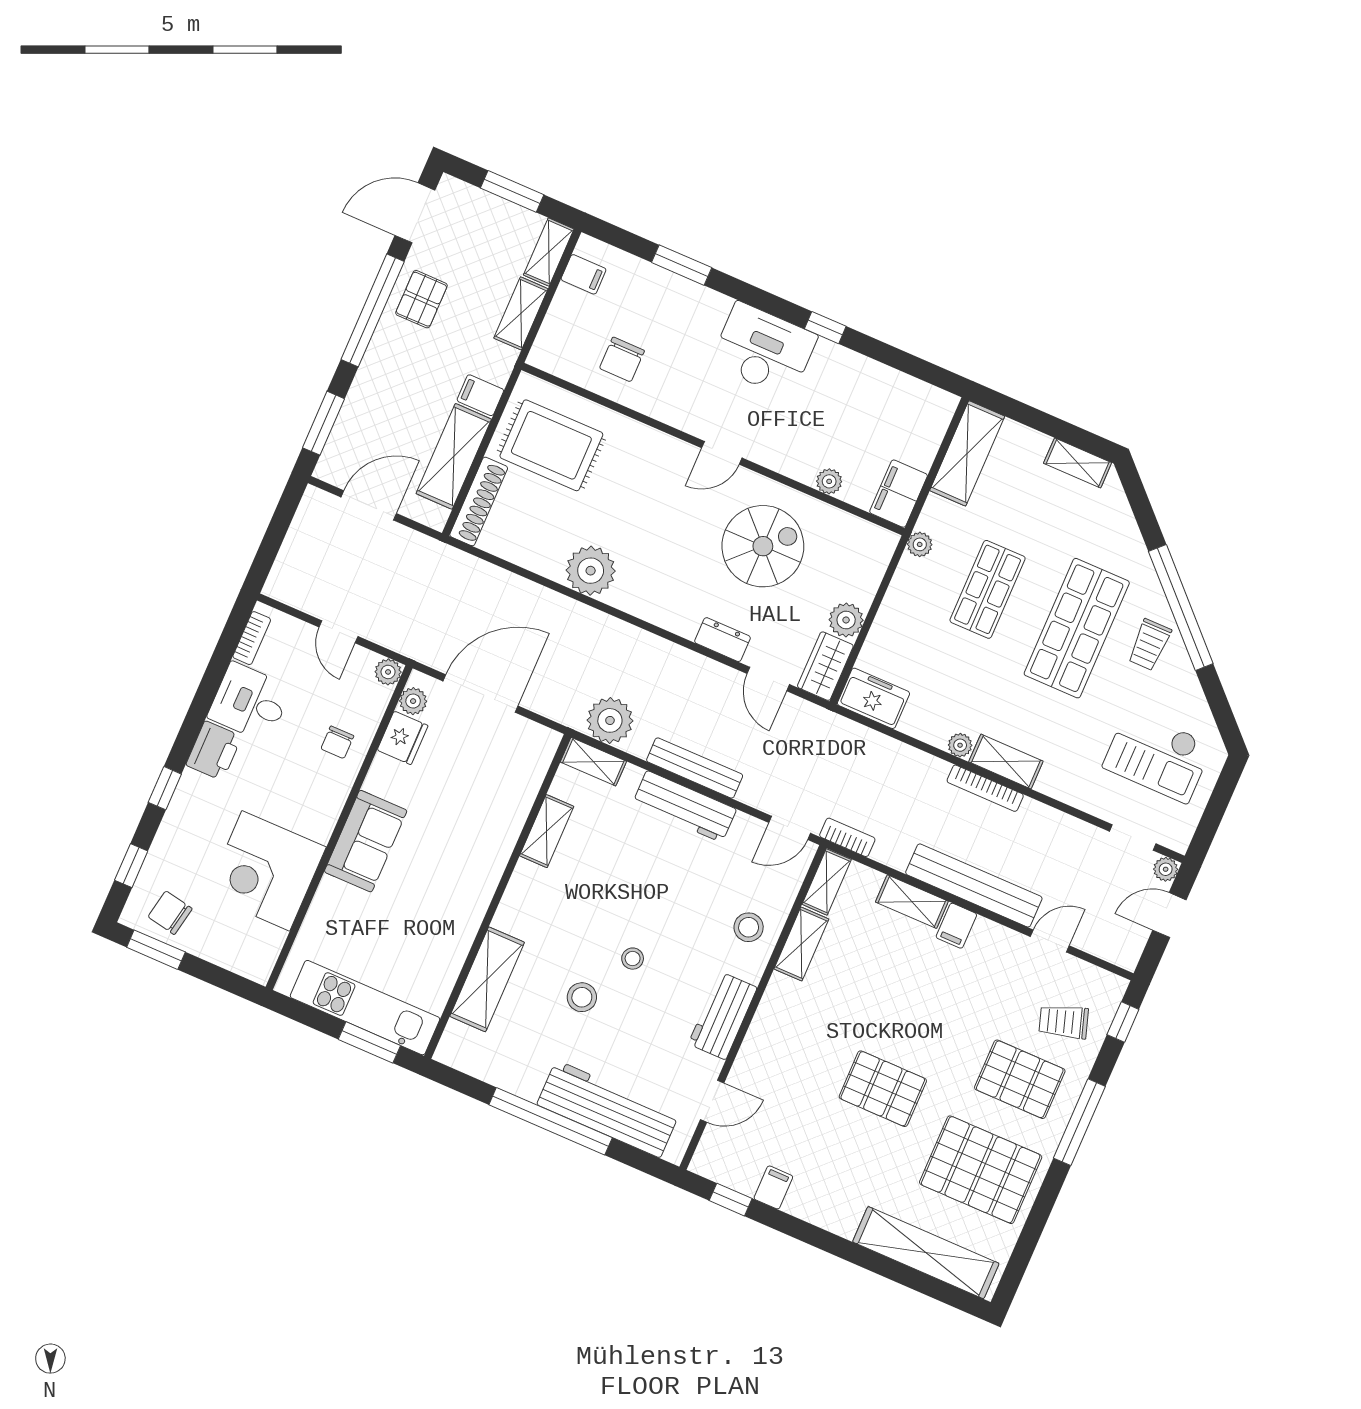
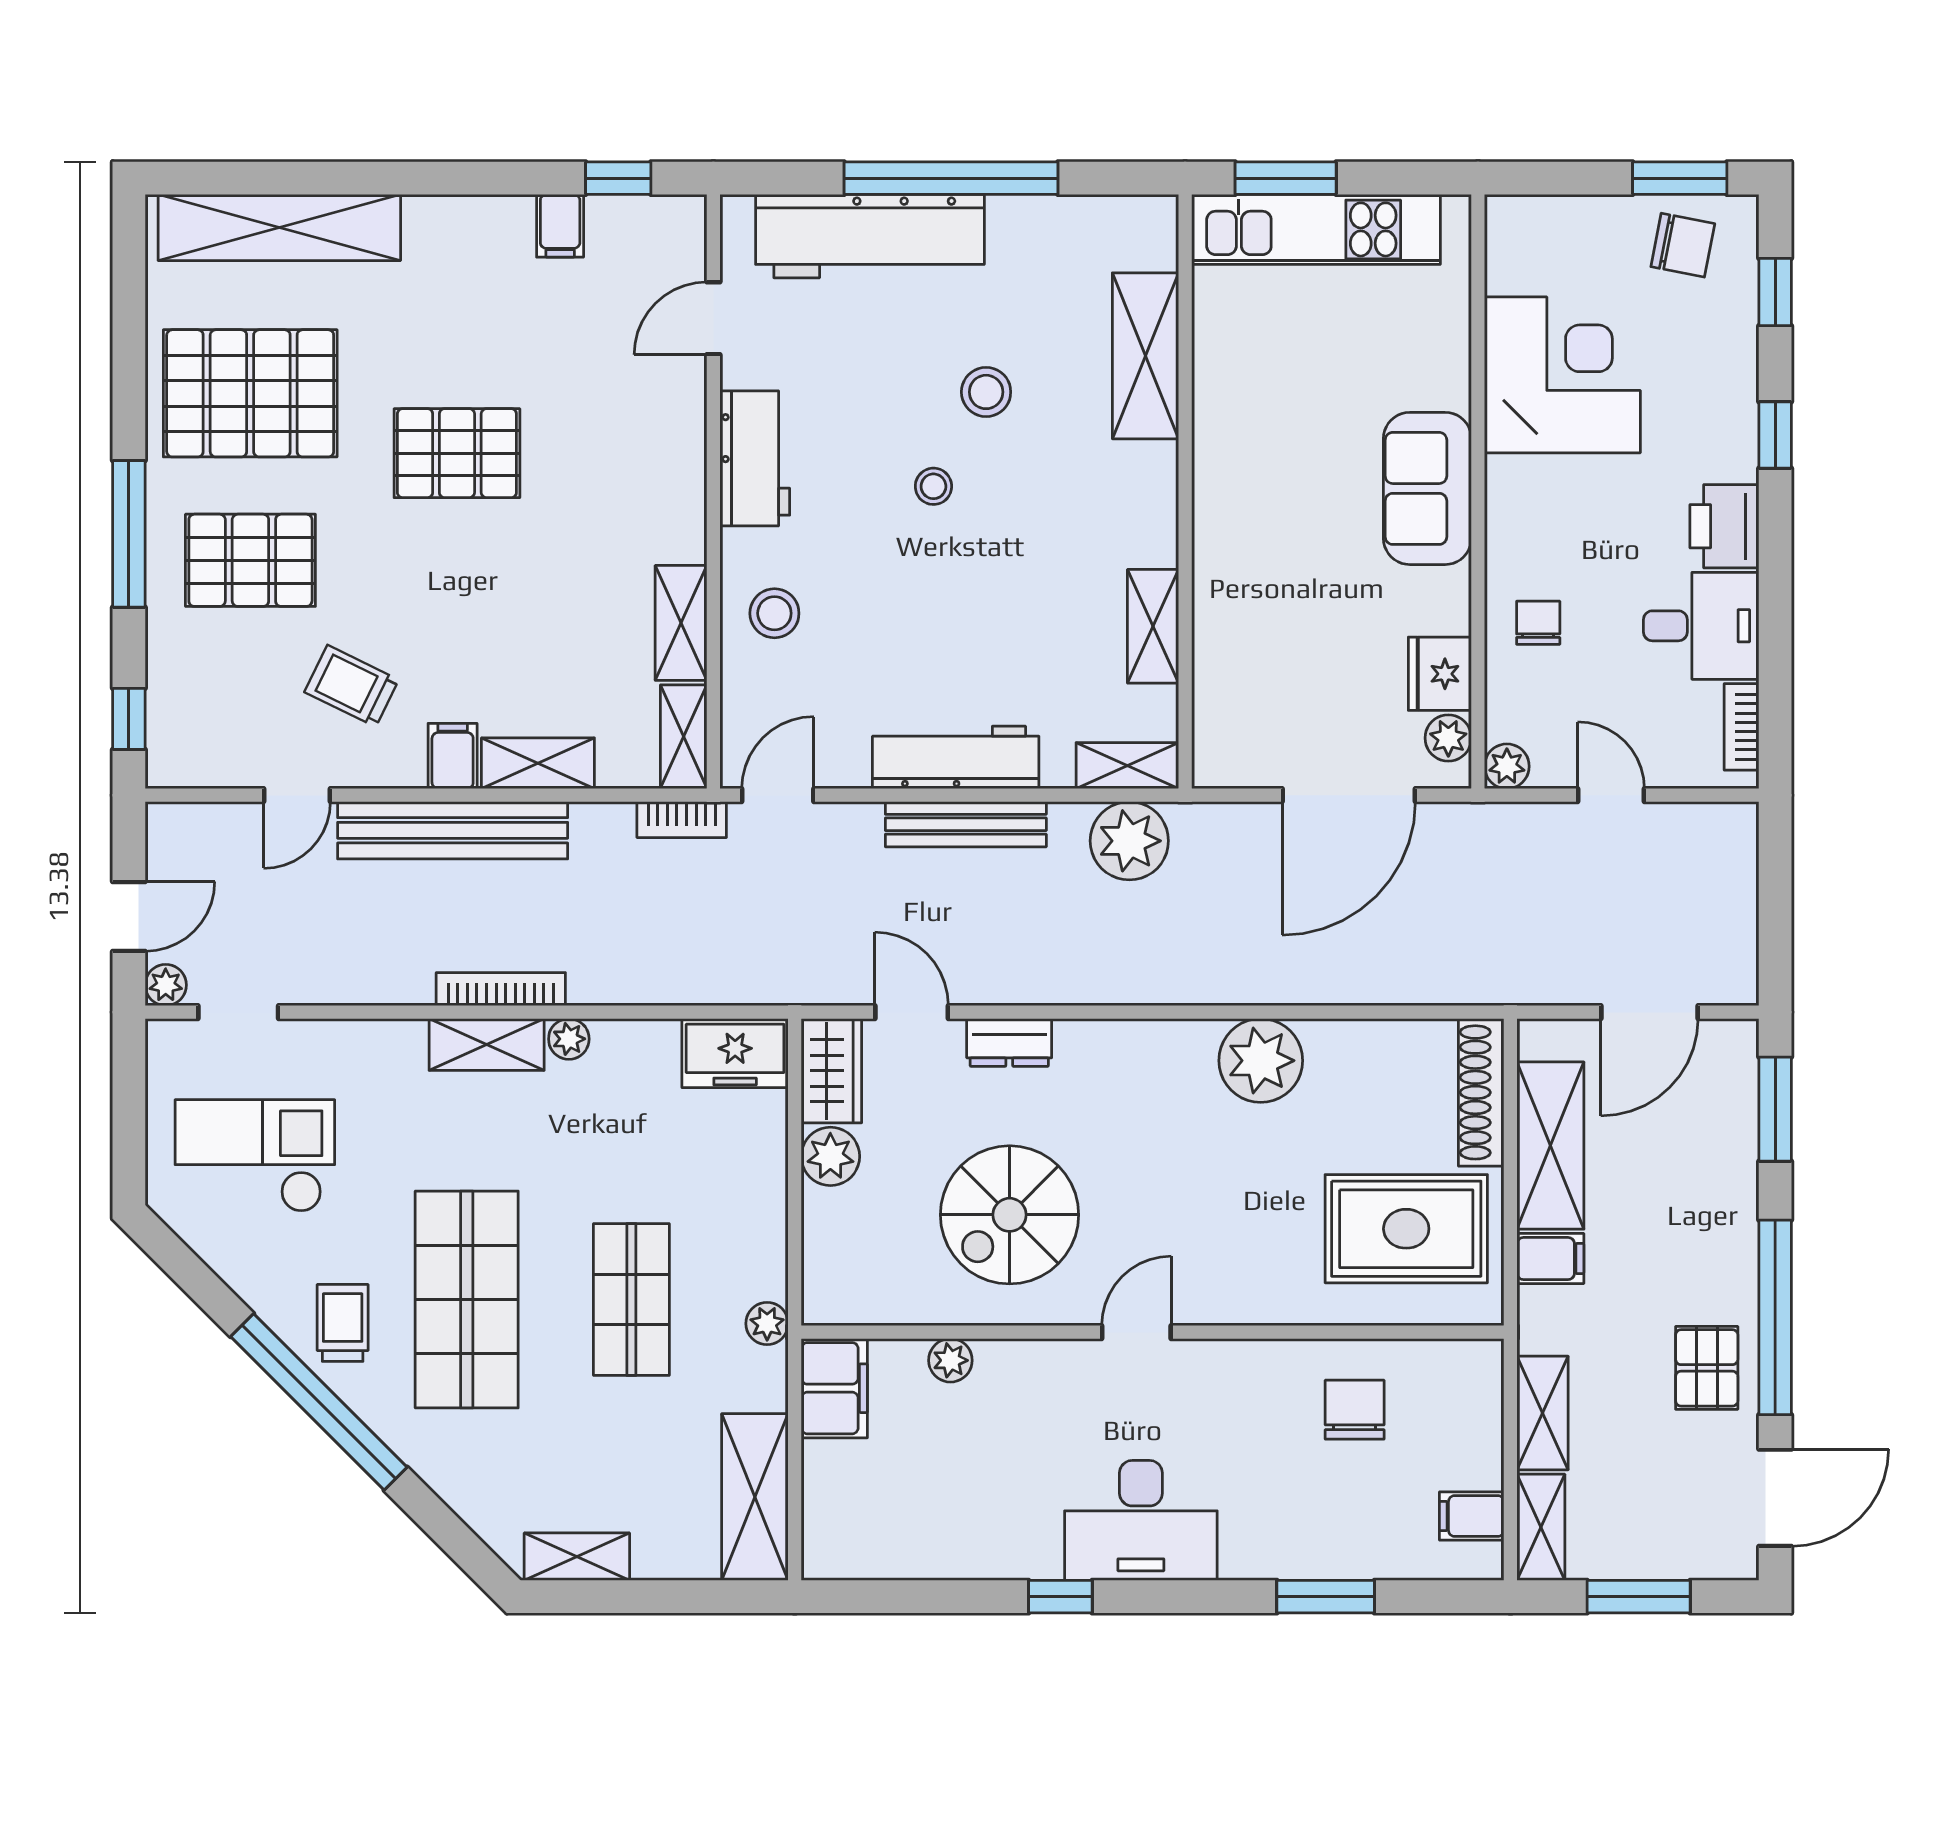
trolley: (1064, 1022) -> (352, 686), moved, turned -136

